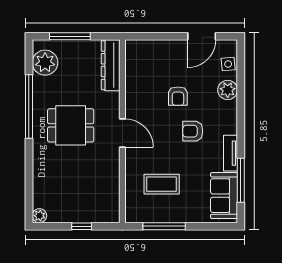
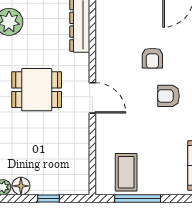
coffee table: (162, 184) -> (126, 172), moved, turned 90
floor lamp: (56, 215) -> (21, 186), added

